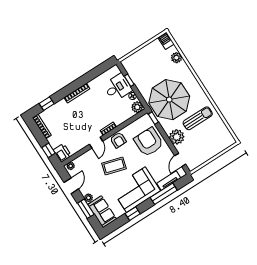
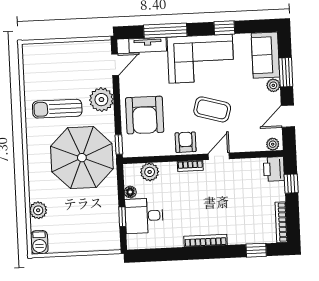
plant: (137, 107) -> (150, 172), moved

